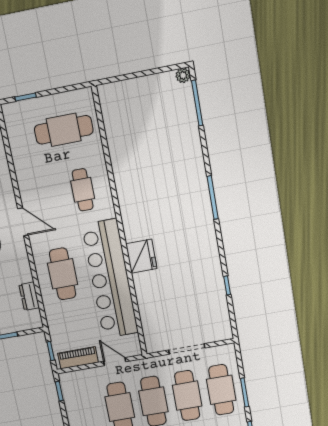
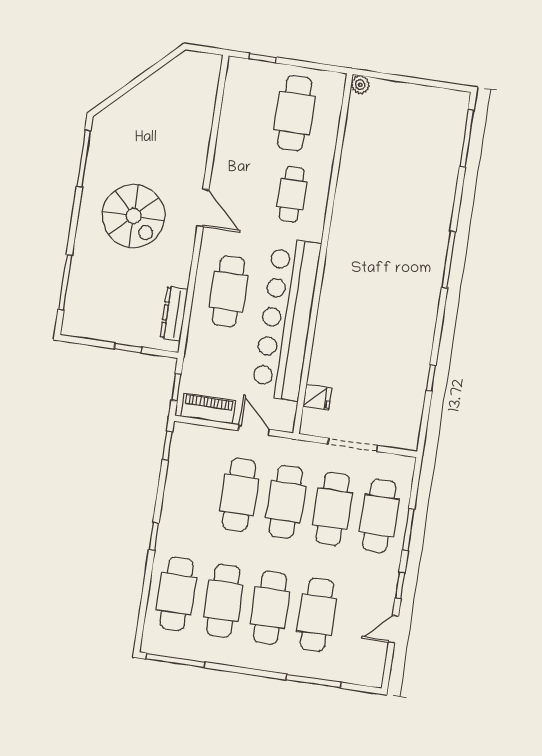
plant: (183, 75) -> (360, 85), moved
cafe table: (64, 130) -> (295, 113), turned 90
fridge: (141, 256) -> (317, 397), moved, width x0.53, depth x0.75
dresser: (29, 296) -> (174, 313), width x1.44

